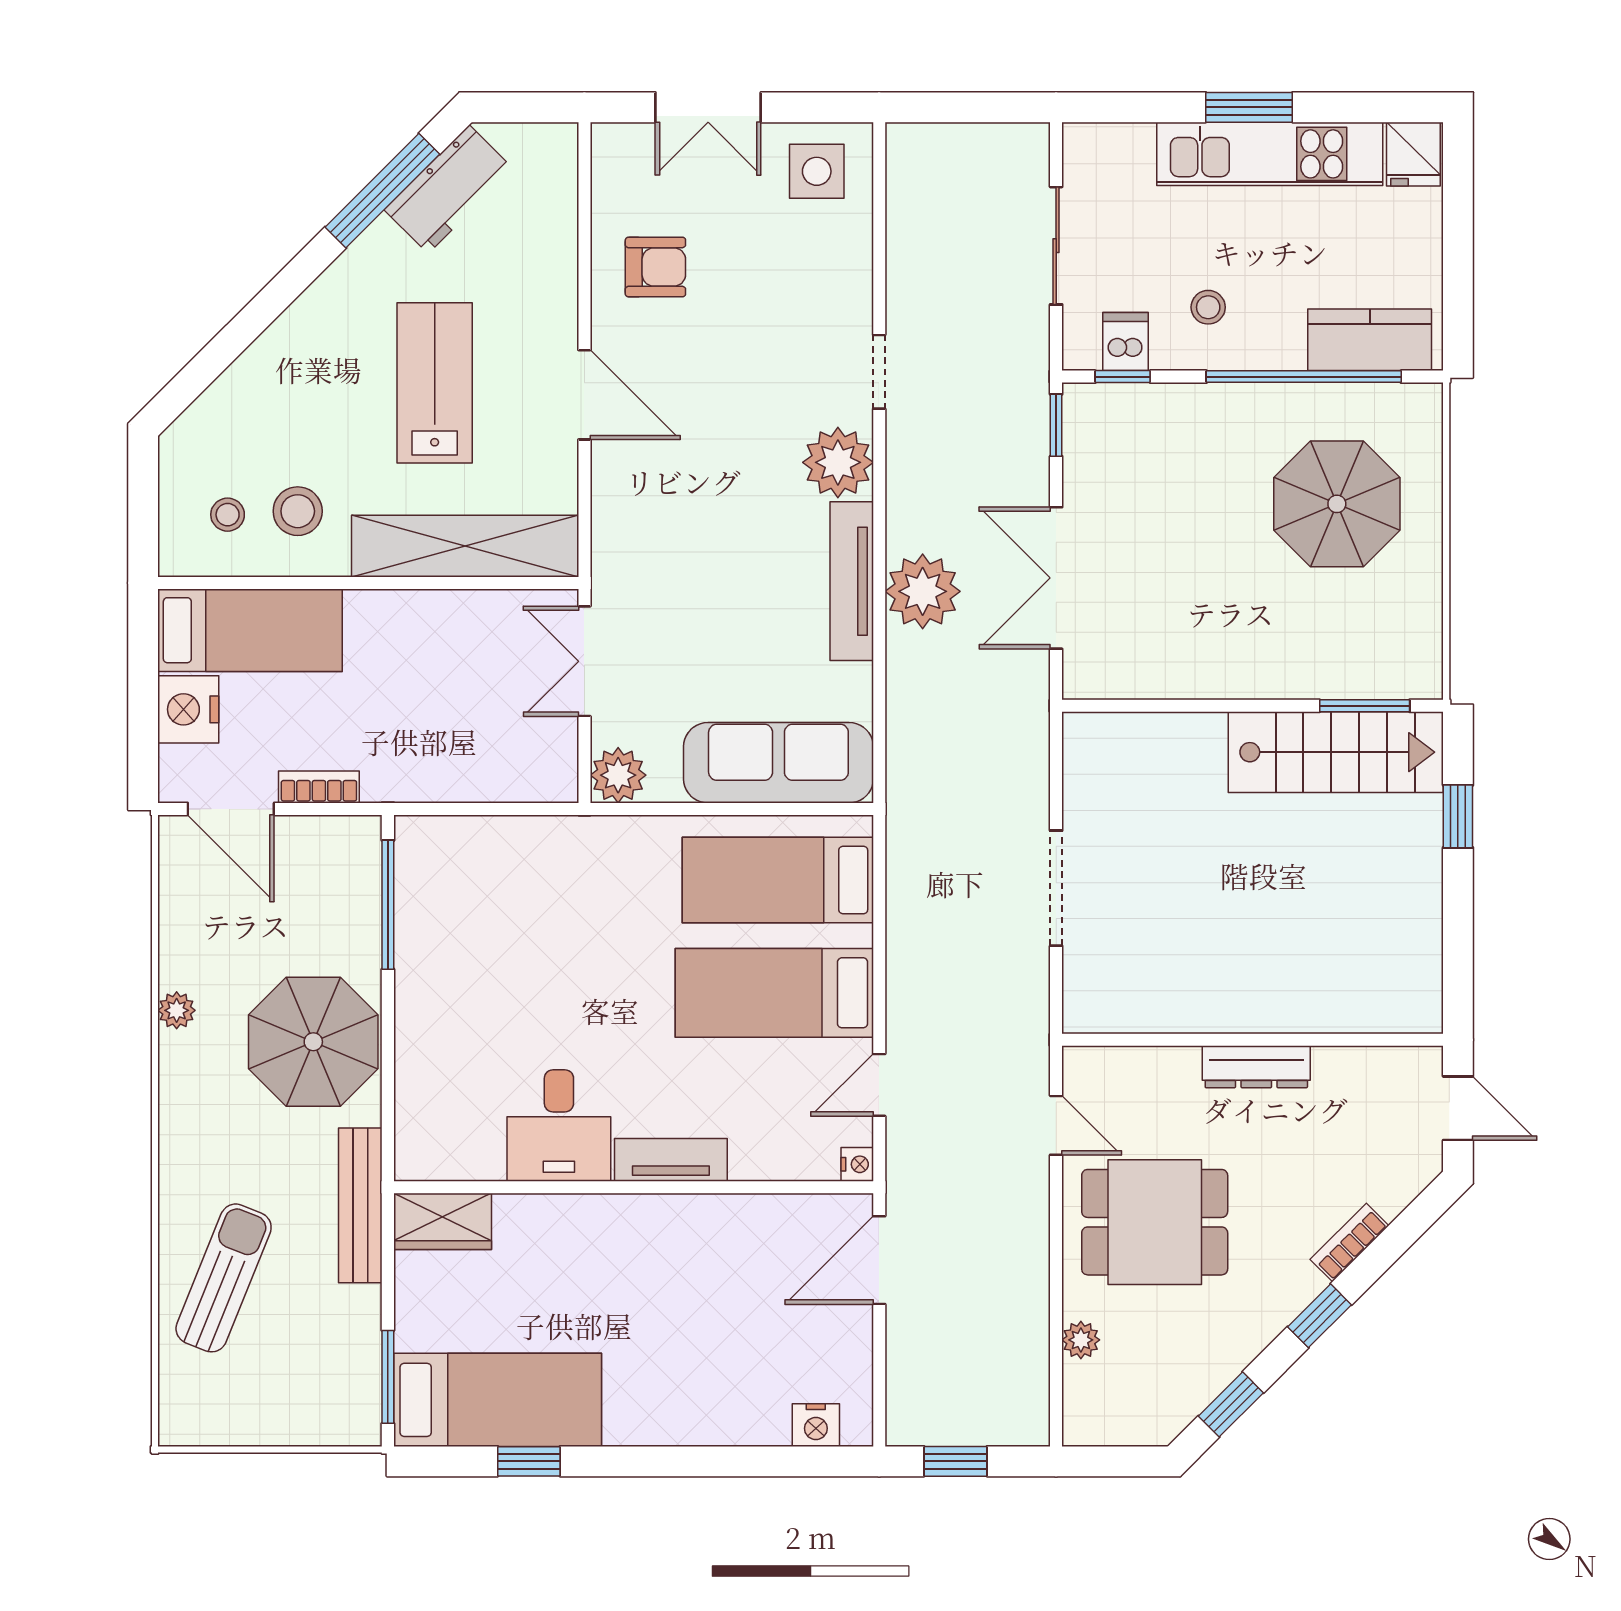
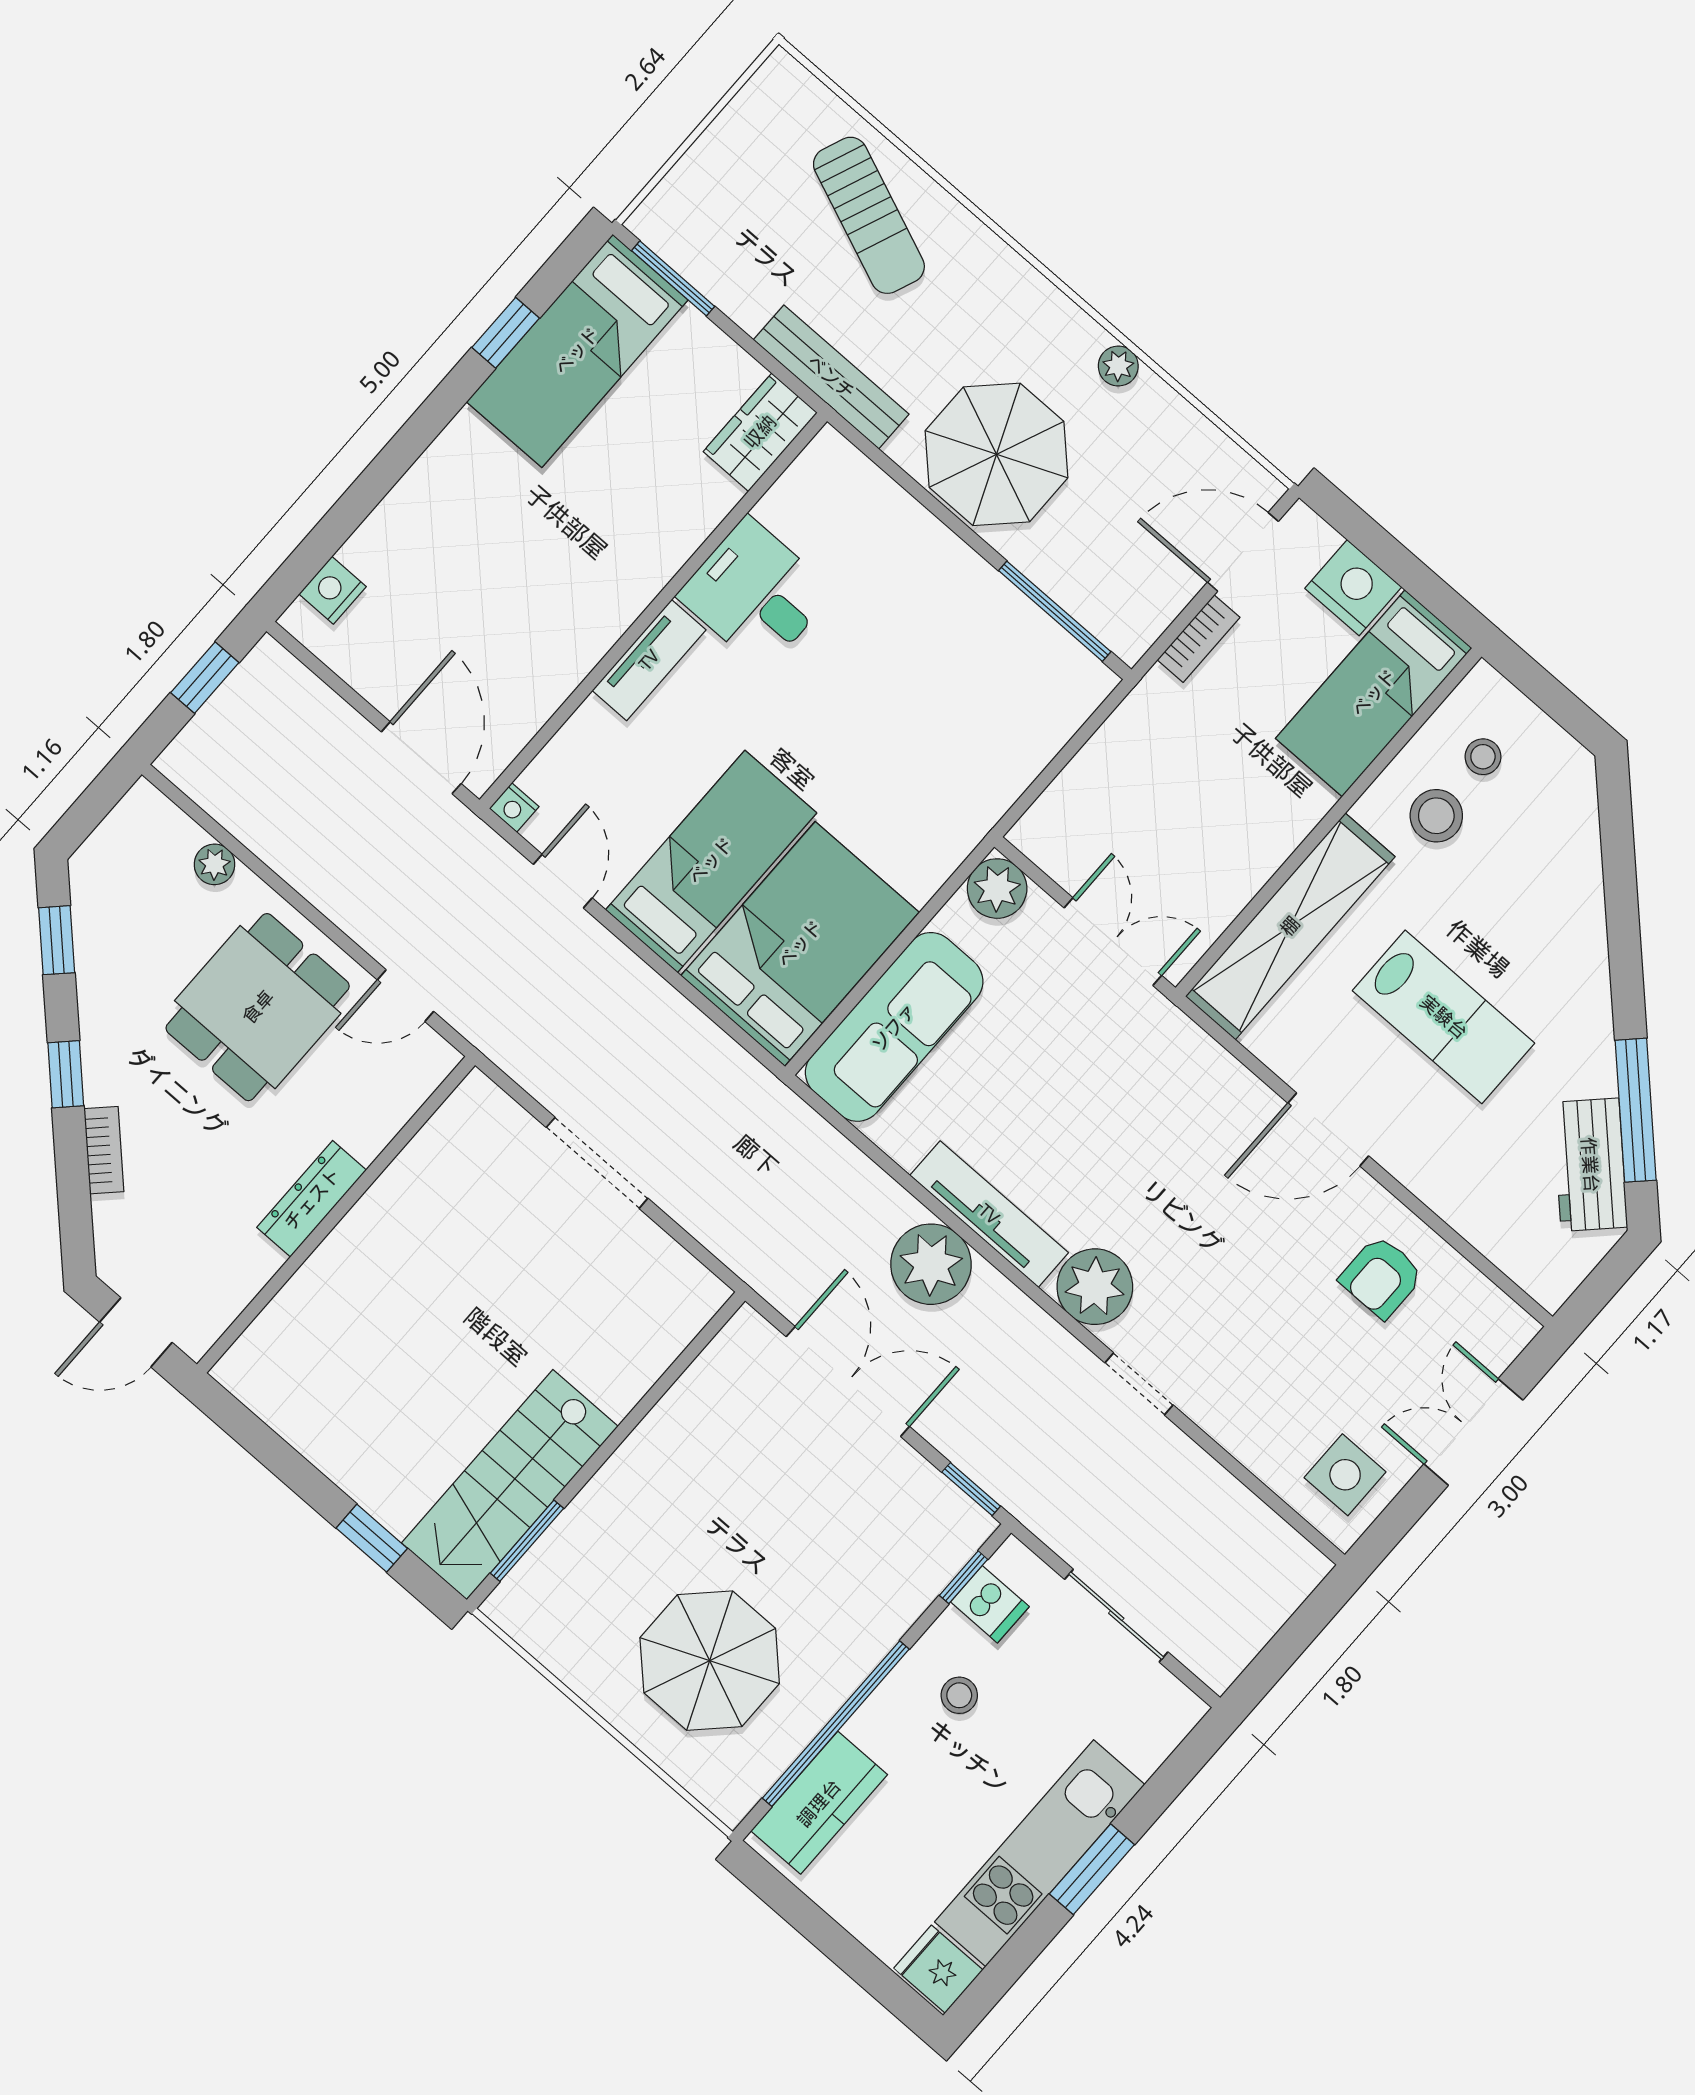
bed: (778, 880) -> (800, 944), width x1.50

